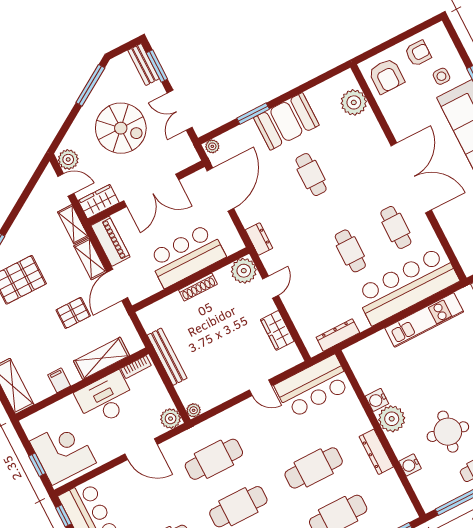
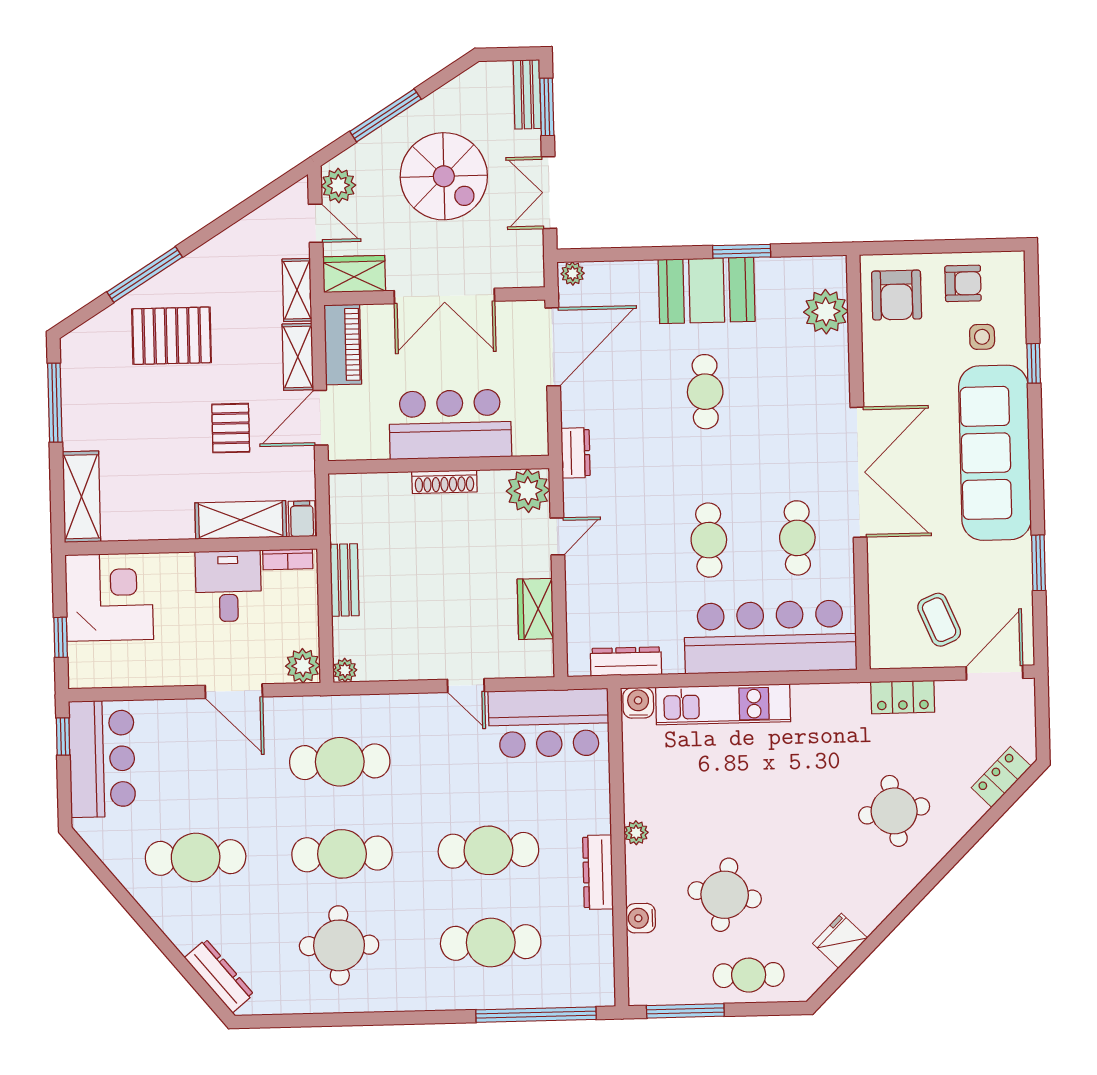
window: (90, 85) -> (385, 115), moved
window: (253, 114) -> (742, 251), moved
pallet: (73, 313) -> (231, 428), turned 90
kitchen unit: (424, 320) -> (723, 704), moved
bench: (167, 357) -> (344, 580), width x0.73
filing cabinet: (59, 380) -> (302, 519), moved
desk: (105, 399) -> (228, 586), width x0.73
water cooler: (377, 400) -> (638, 703), moved, turned 90
plant: (392, 419) -> (636, 833), width x0.53, depth x0.53
corner desk: (63, 452) -> (109, 597), moved

